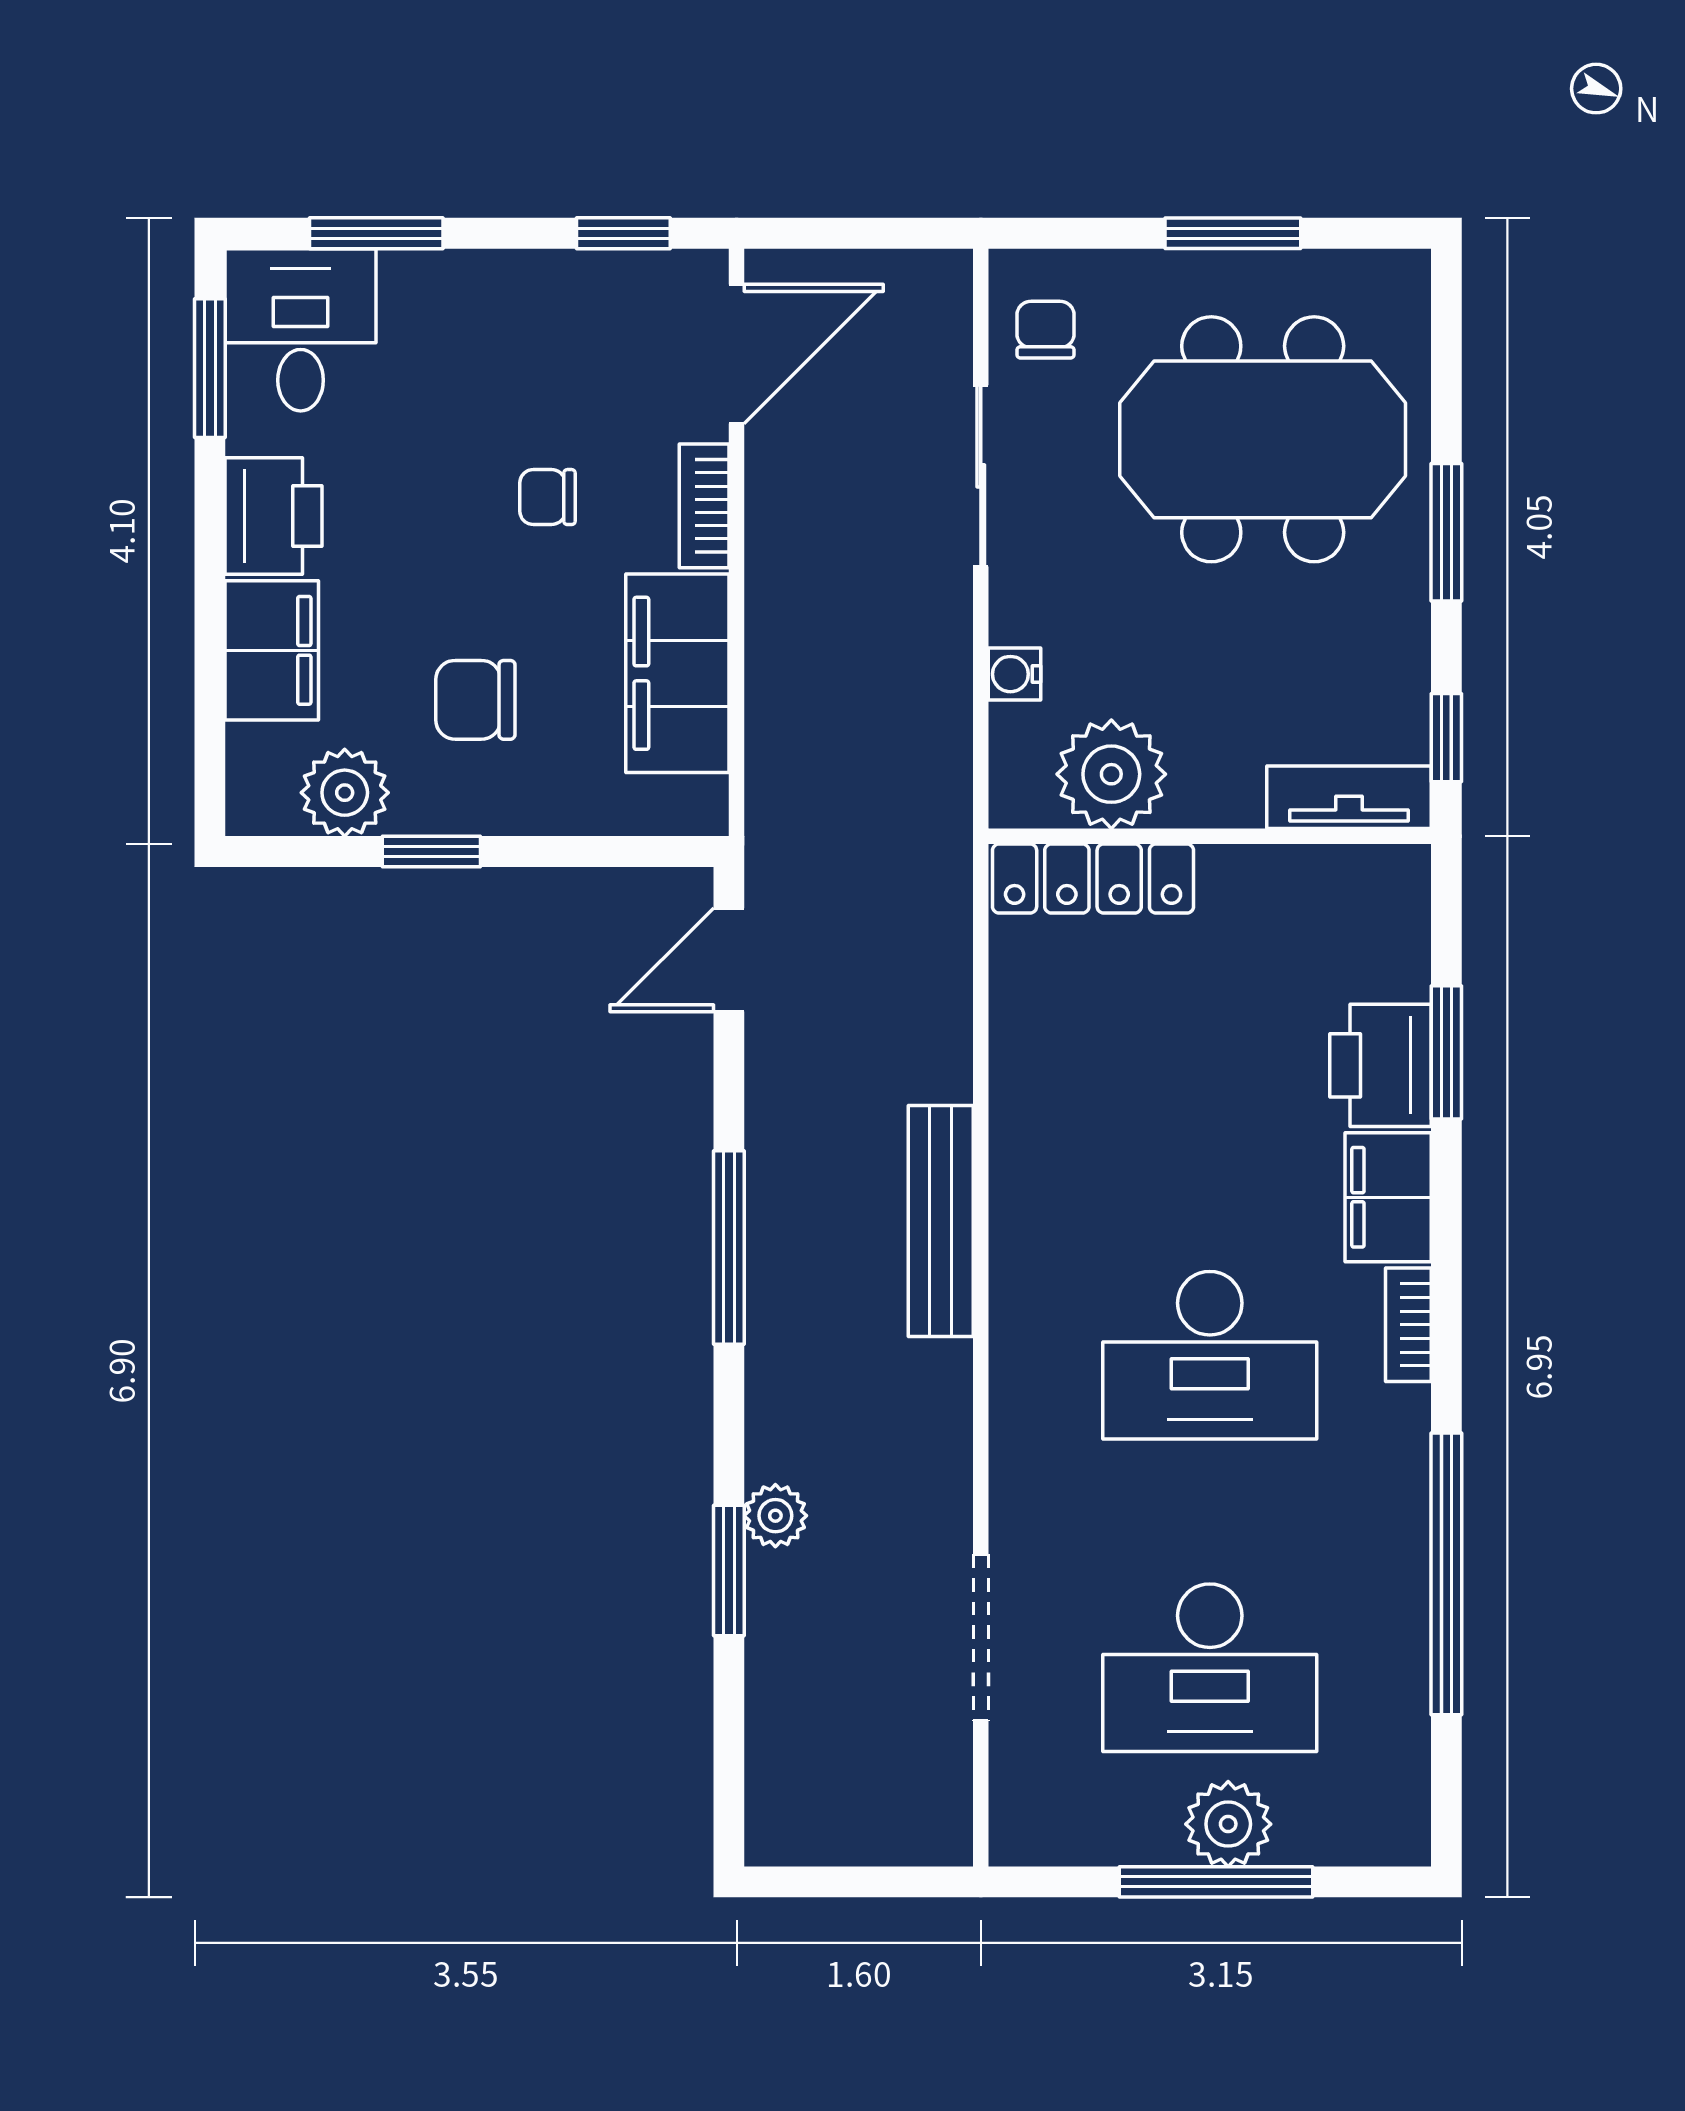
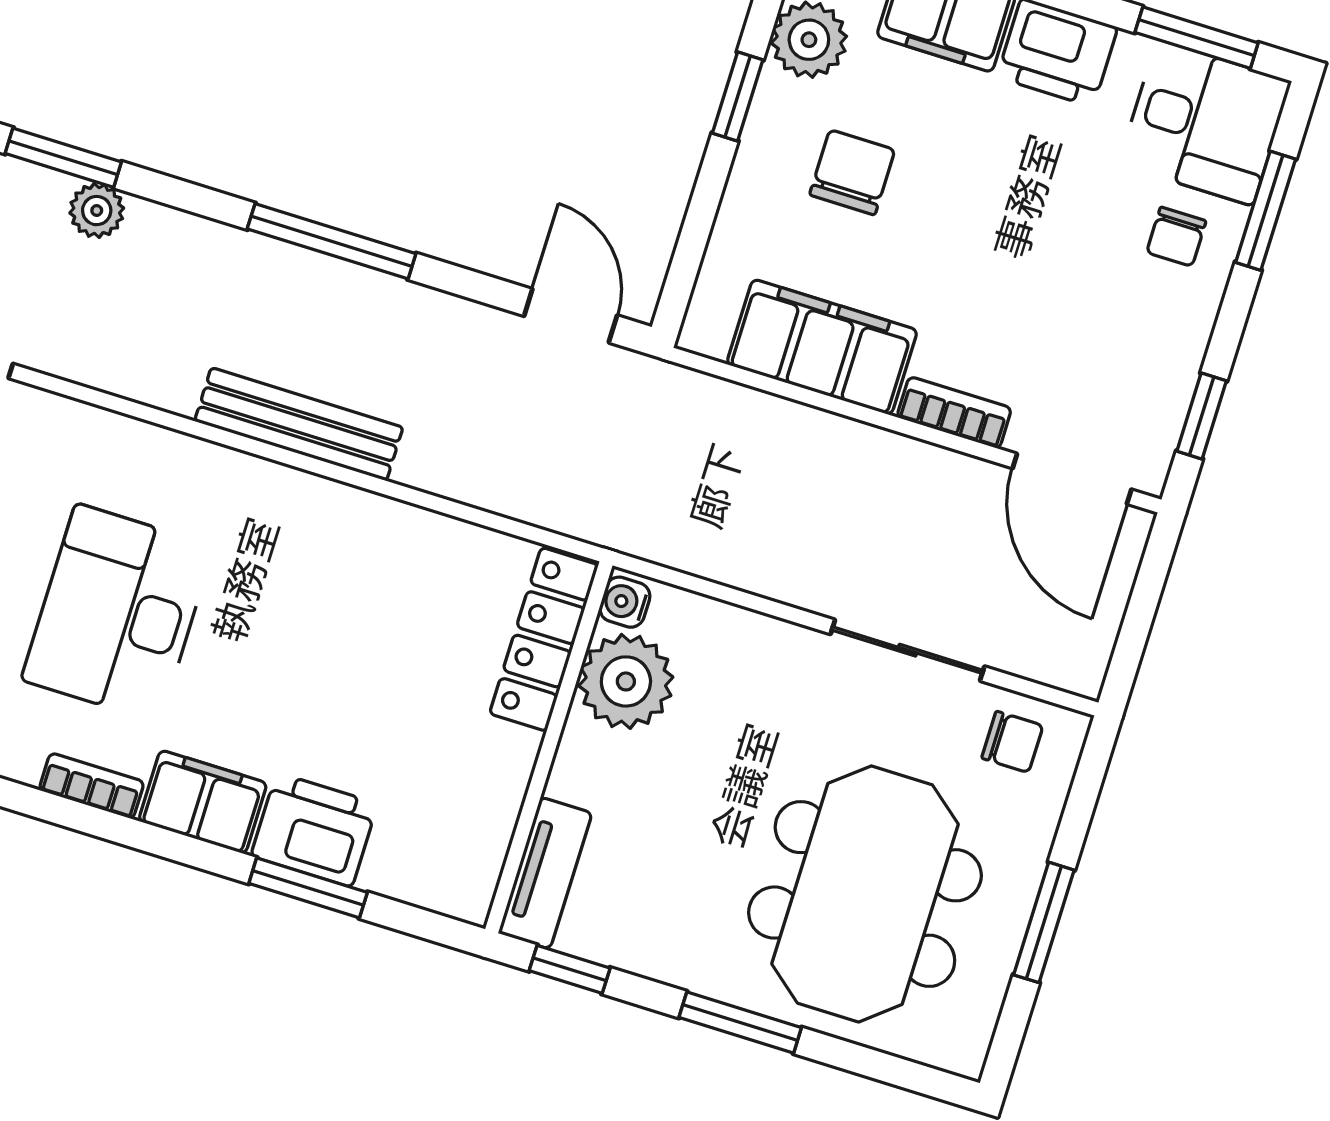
chair: (547, 497) -> (1176, 237), moved, turned 180
water cooler: (1015, 674) -> (625, 602), moved, turned -90

